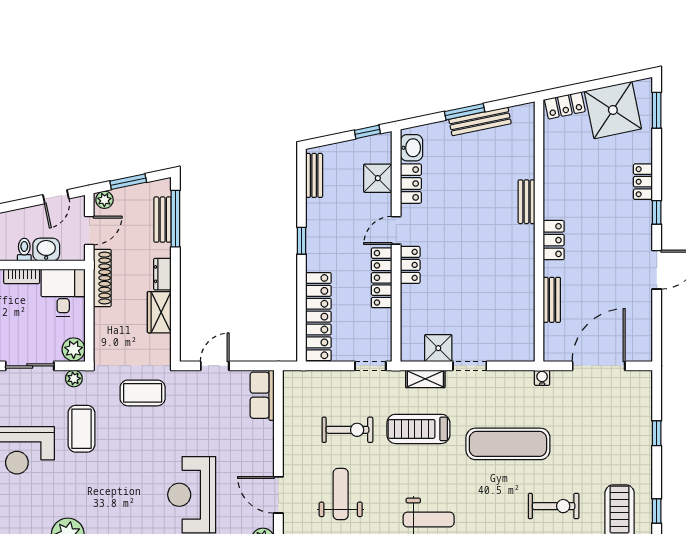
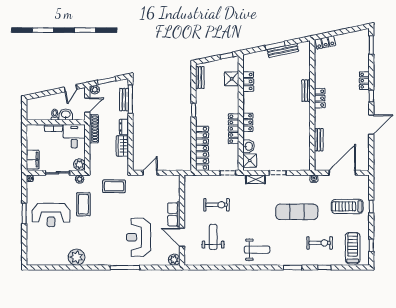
shower: (613, 110) -> (349, 45), removed
washbasin: (411, 148) -> (249, 146), moved
door: (396, 230) -> (241, 105), removed
locker: (554, 240) -> (320, 98), moved
shower: (438, 348) -> (250, 161), moved
row of seats: (262, 395) -> (174, 214), moved
treadmill: (418, 429) -> (347, 206), moved

